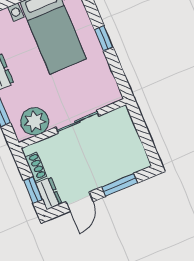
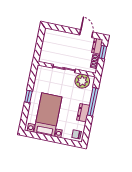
window: (120, 185) -> (64, 29), removed
door: (80, 202) -> (86, 34), hinge flipped

